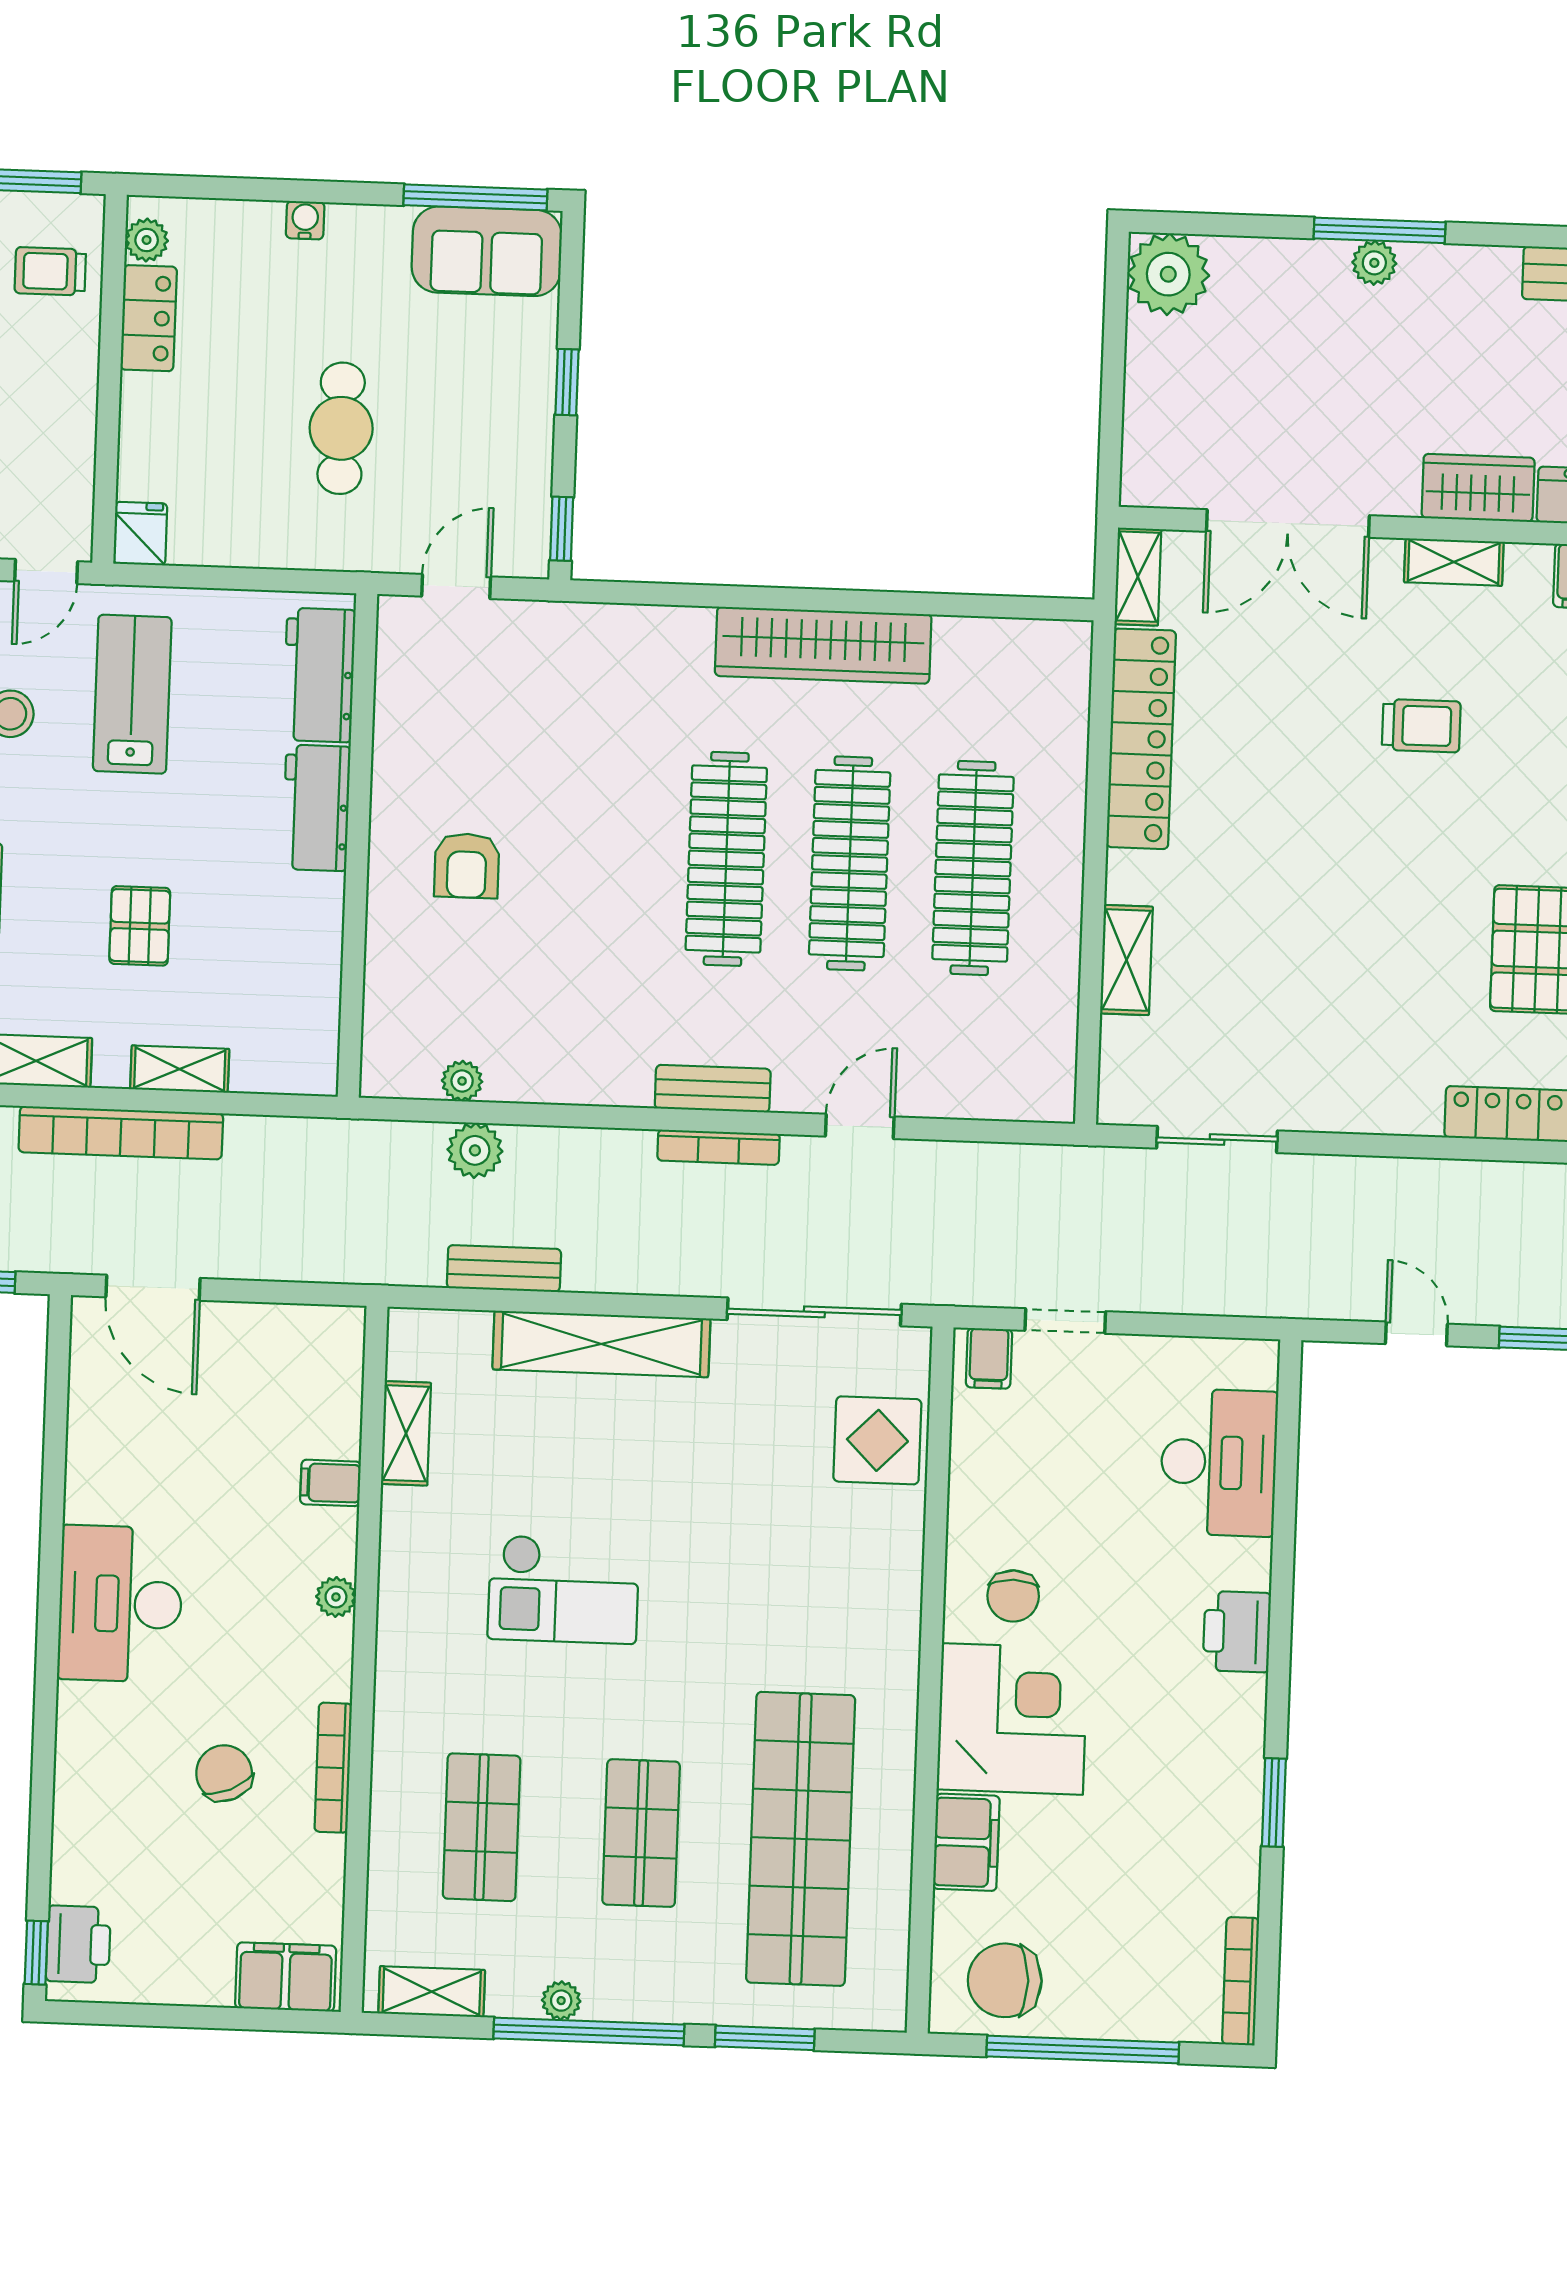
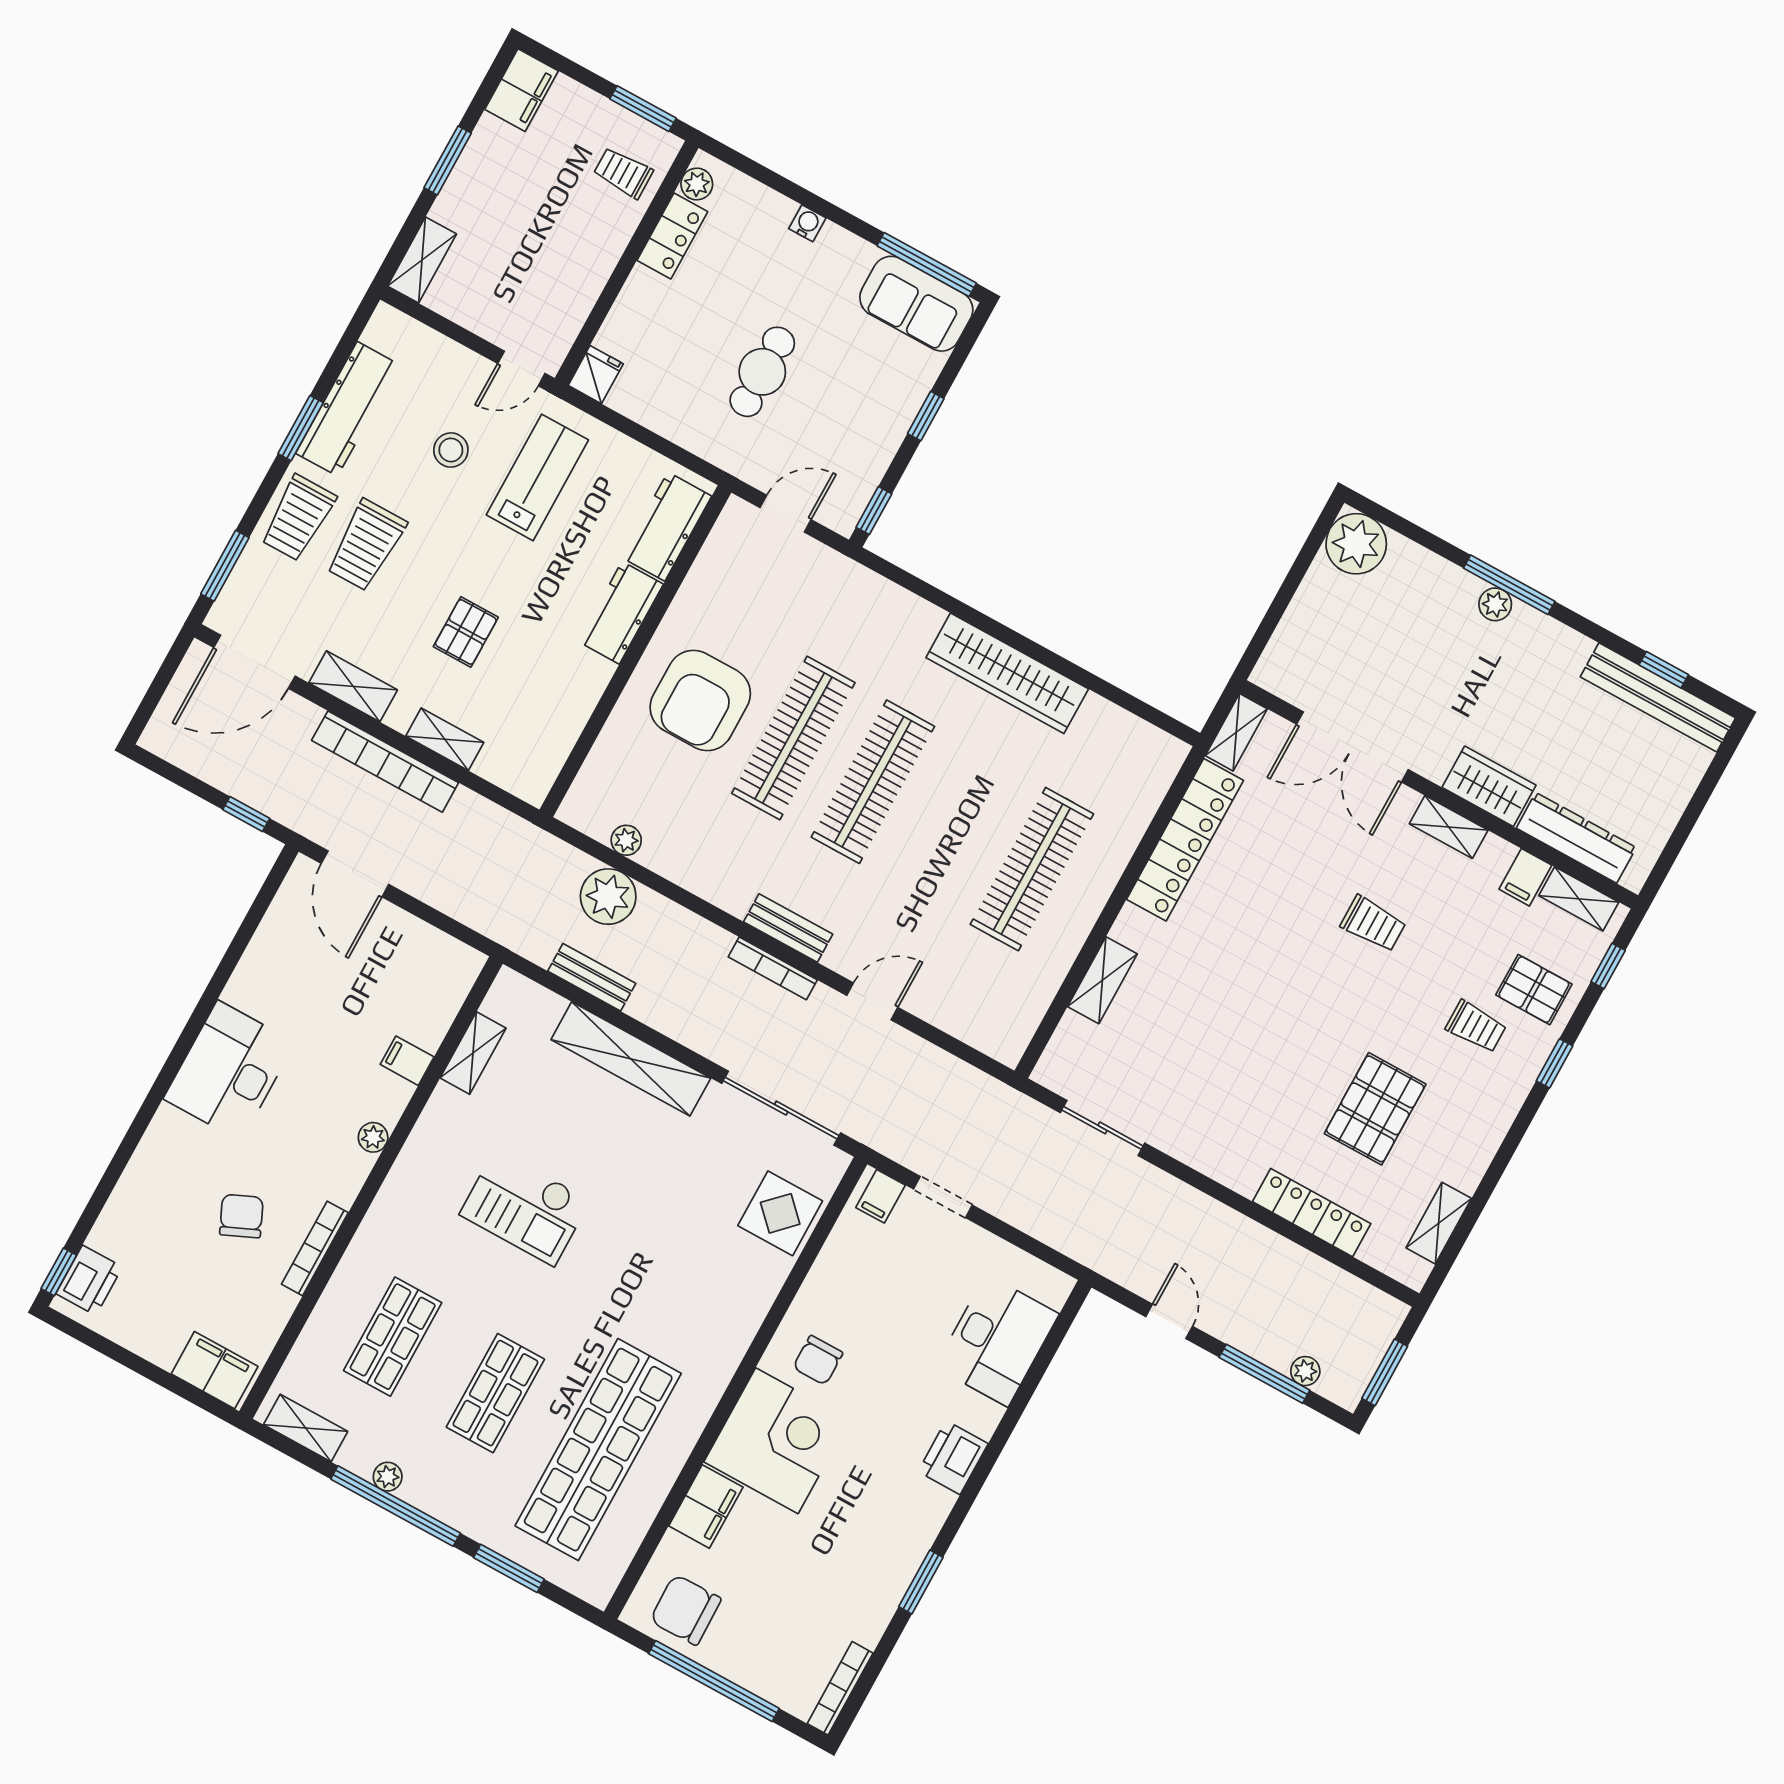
clothes rail: (850, 863) -> (793, 738), moved
armchair: (467, 866) -> (700, 700), width x1.88, depth x1.88
plant: (475, 1150) -> (608, 897), width x1.36, depth x1.36

